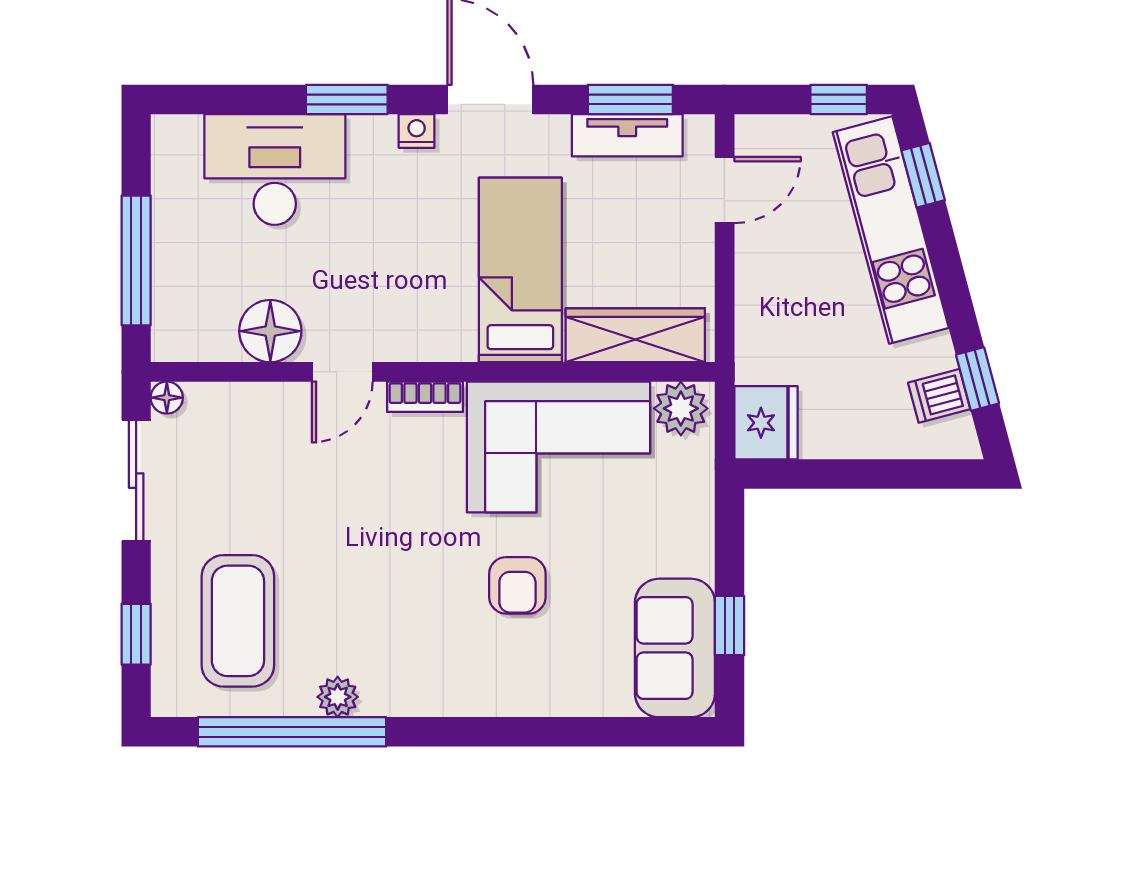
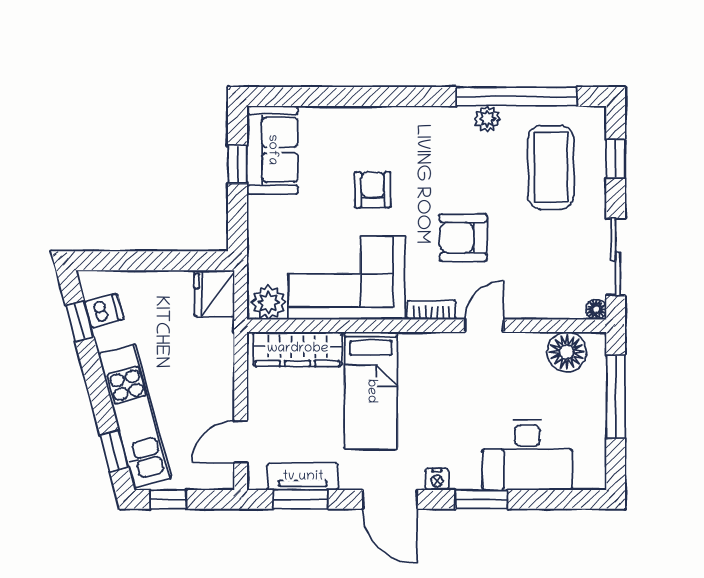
floor lamp: (270, 331) -> (567, 352), moved
armchair: (375, 510) -> (463, 238), added

